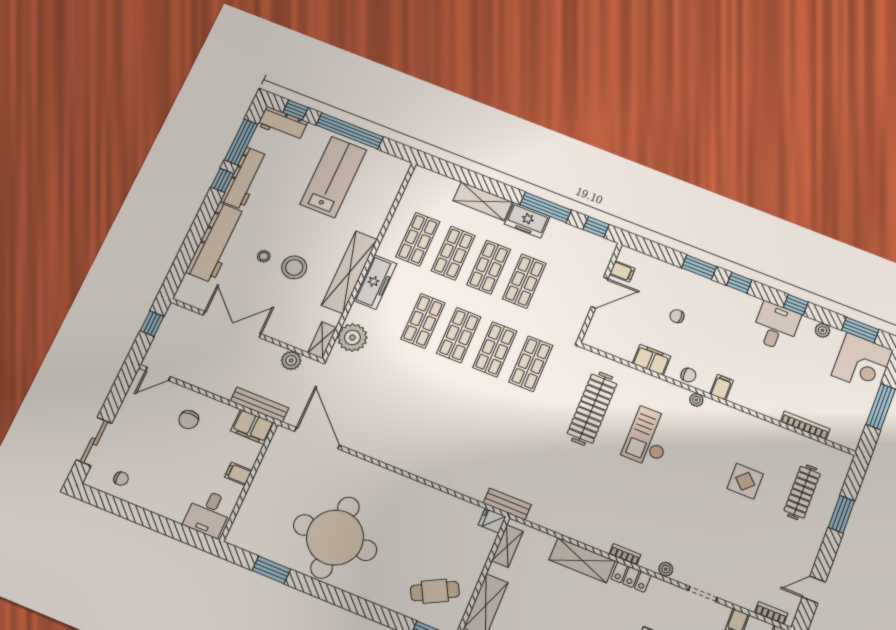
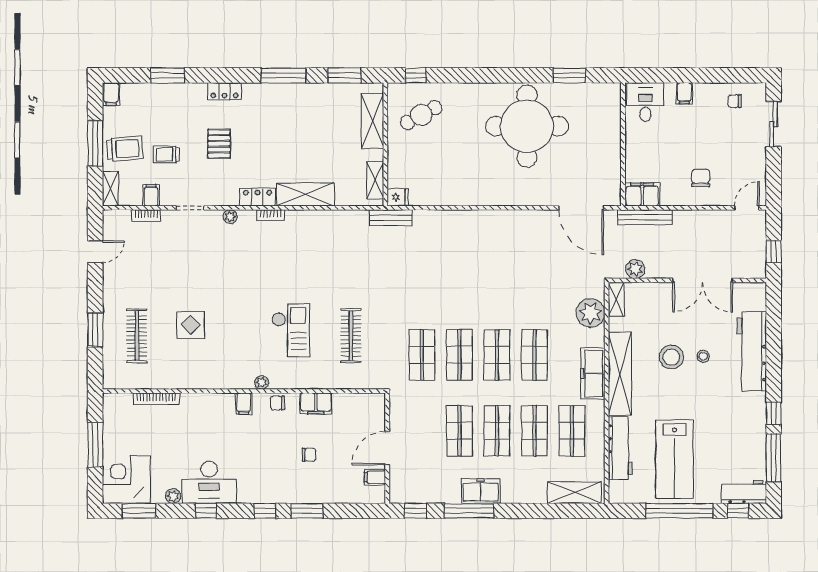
workbench: (244, 178) -> (620, 448), moved, turned 180
shelving: (483, 201) -> (575, 493), moved
desk: (776, 326) -> (209, 482), width x1.37
clothes rail: (592, 409) -> (351, 336), width x0.73, depth x0.76
filing cabinet: (238, 474) -> (684, 93), moved, turned 90
bookcase: (771, 613) -> (146, 216), moved

